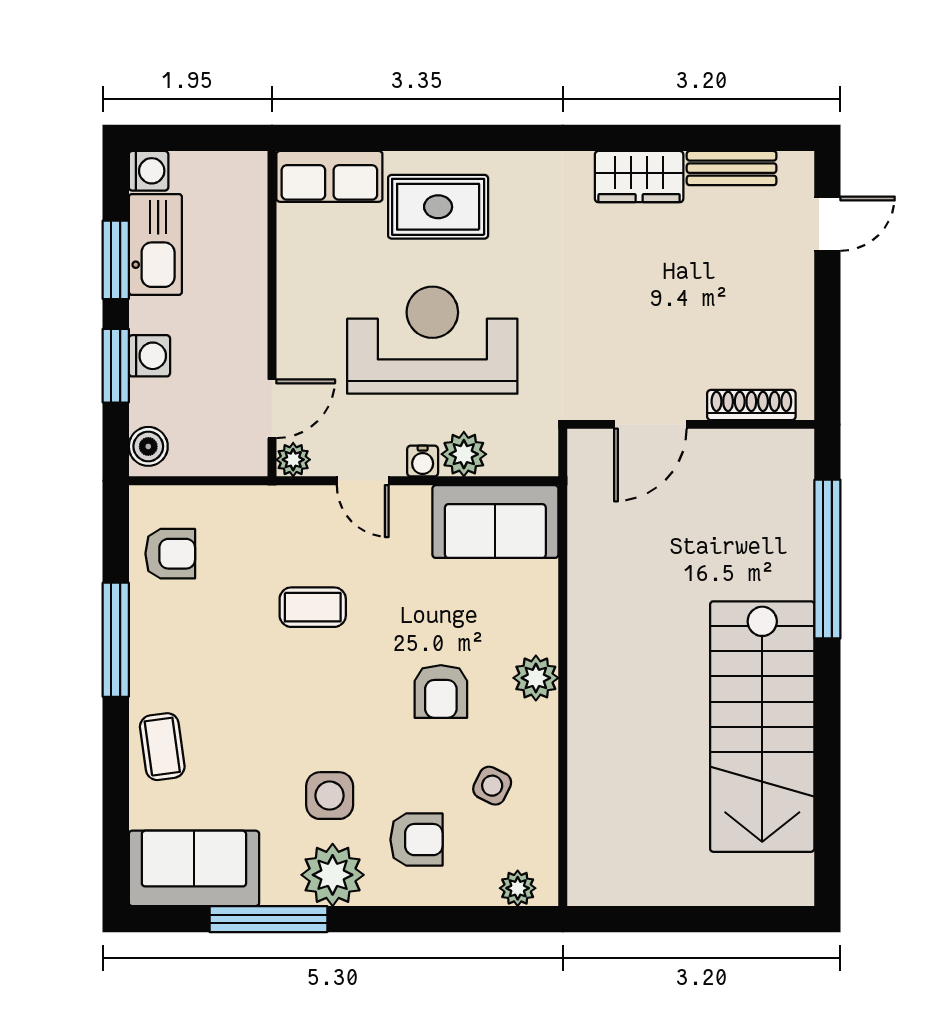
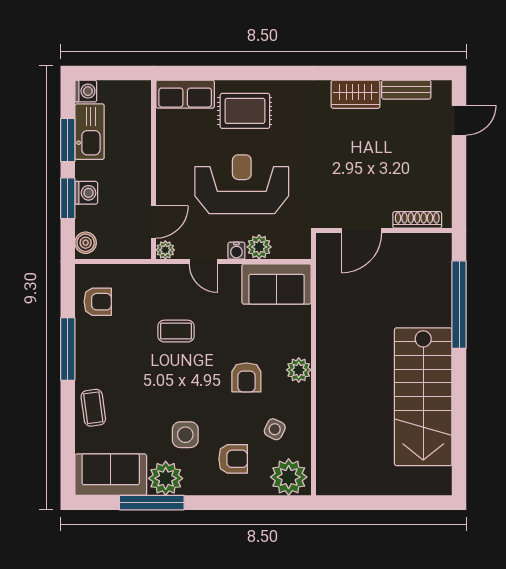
plant: (333, 875) -> (166, 478), moved
plant: (518, 888) -> (289, 477), width x1.88, depth x1.88

